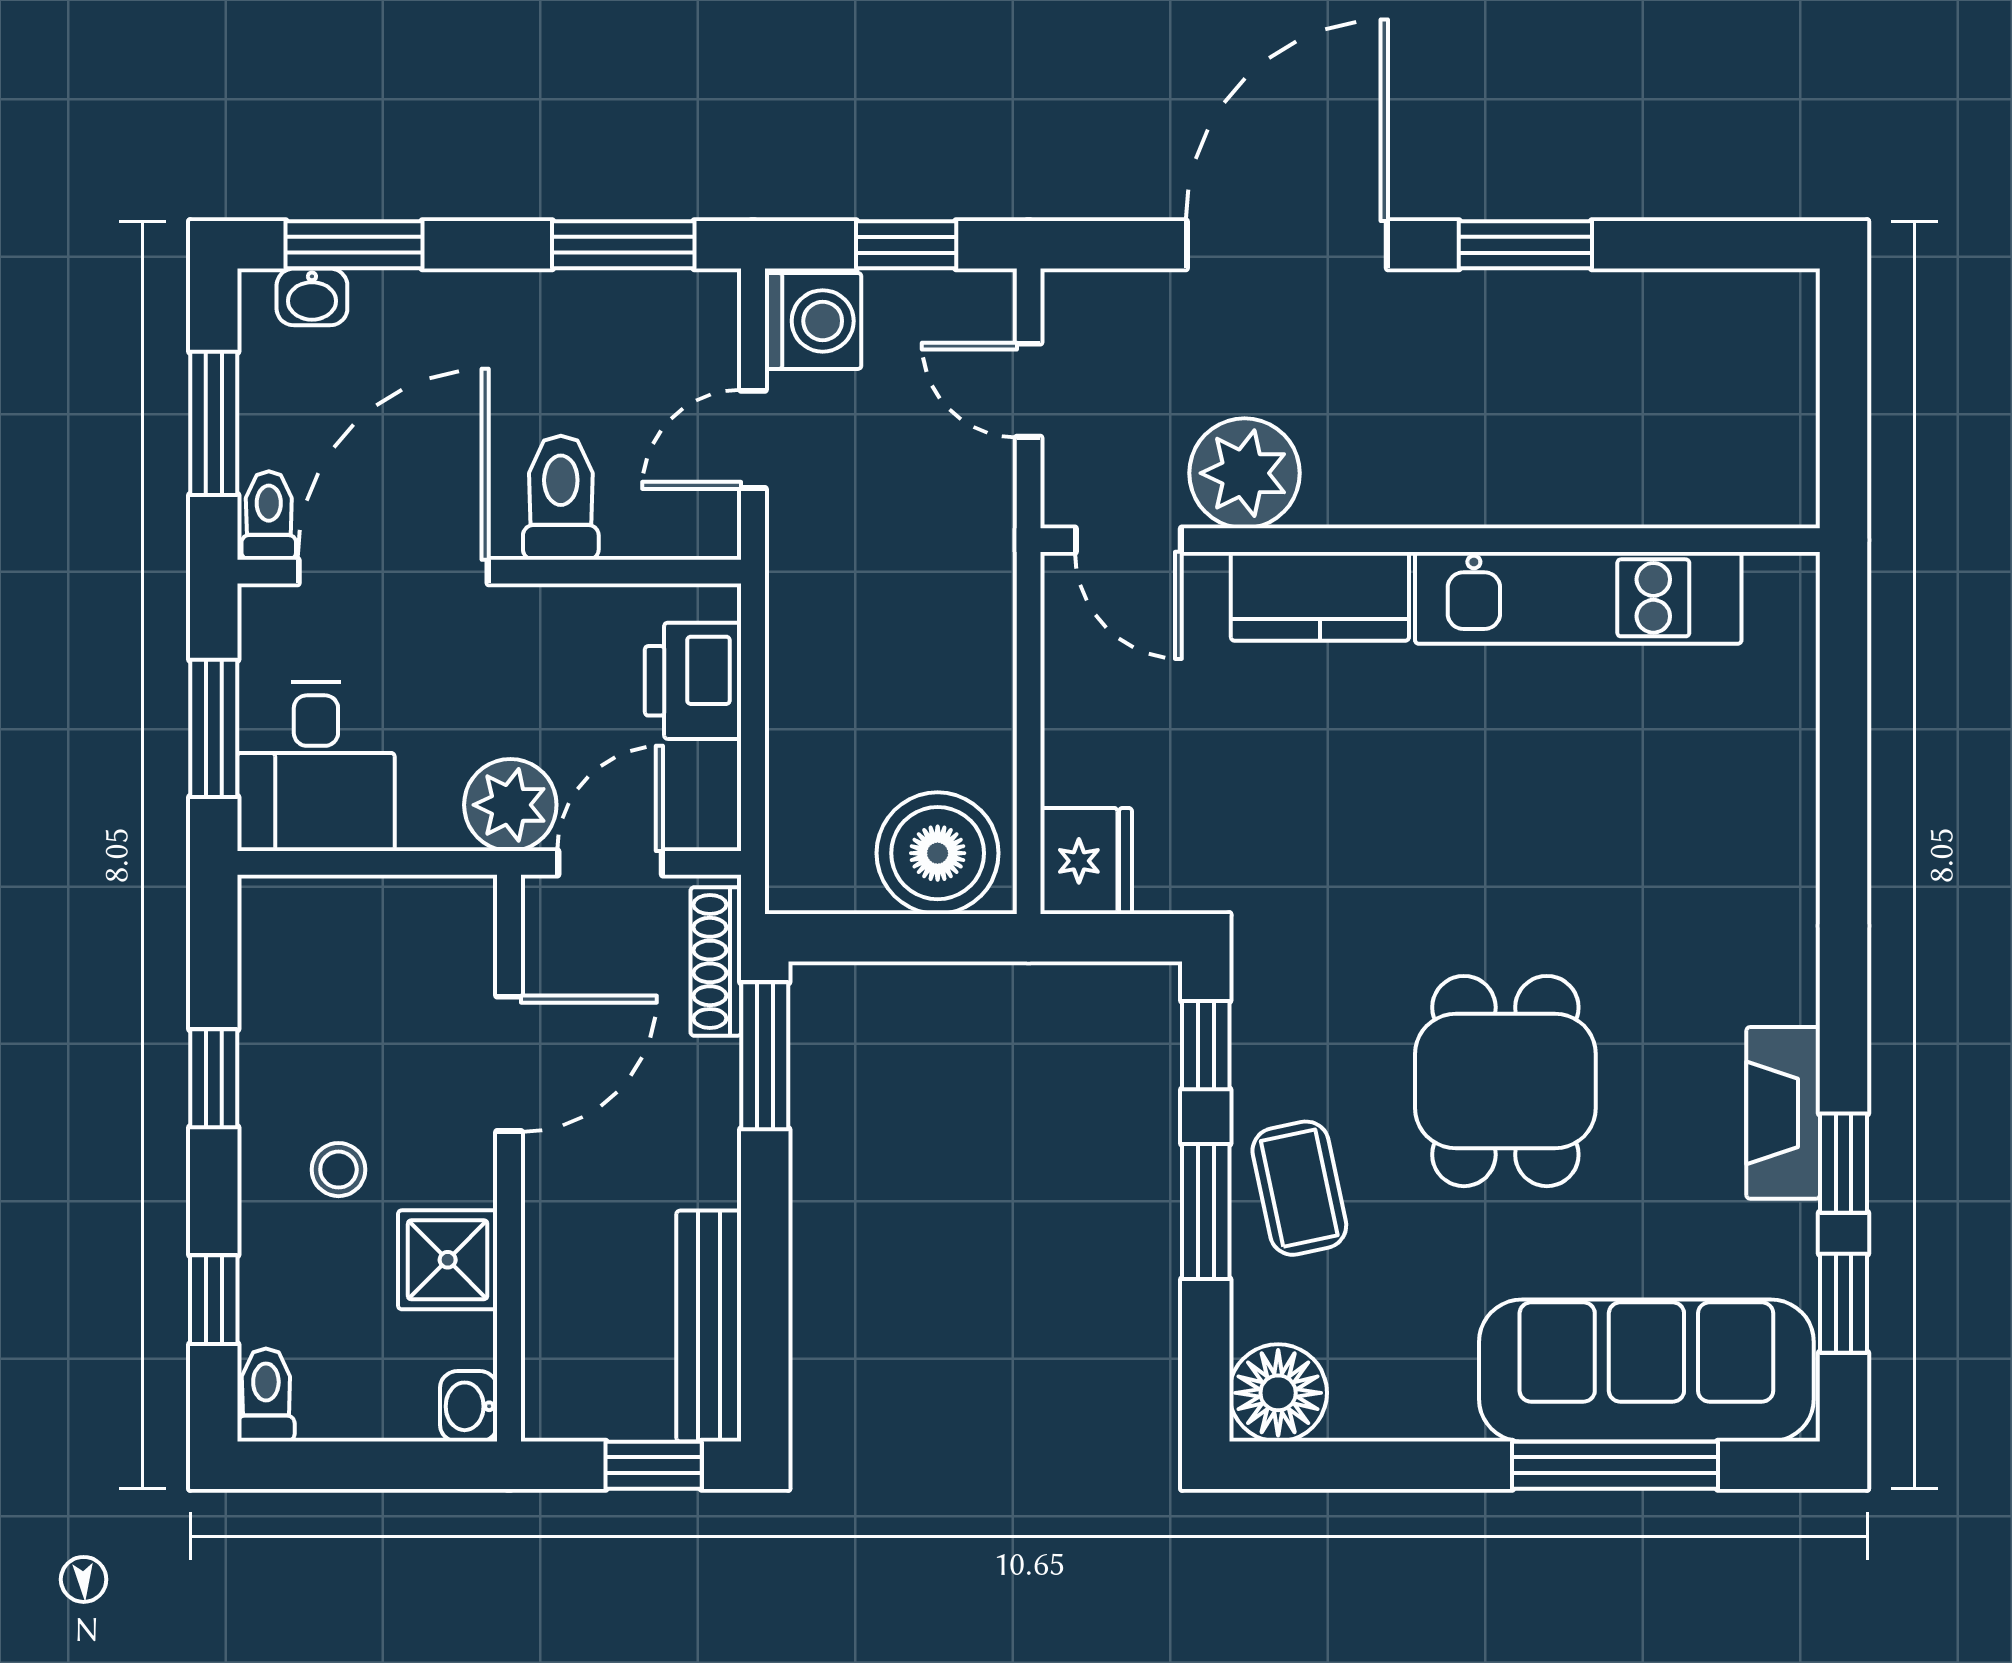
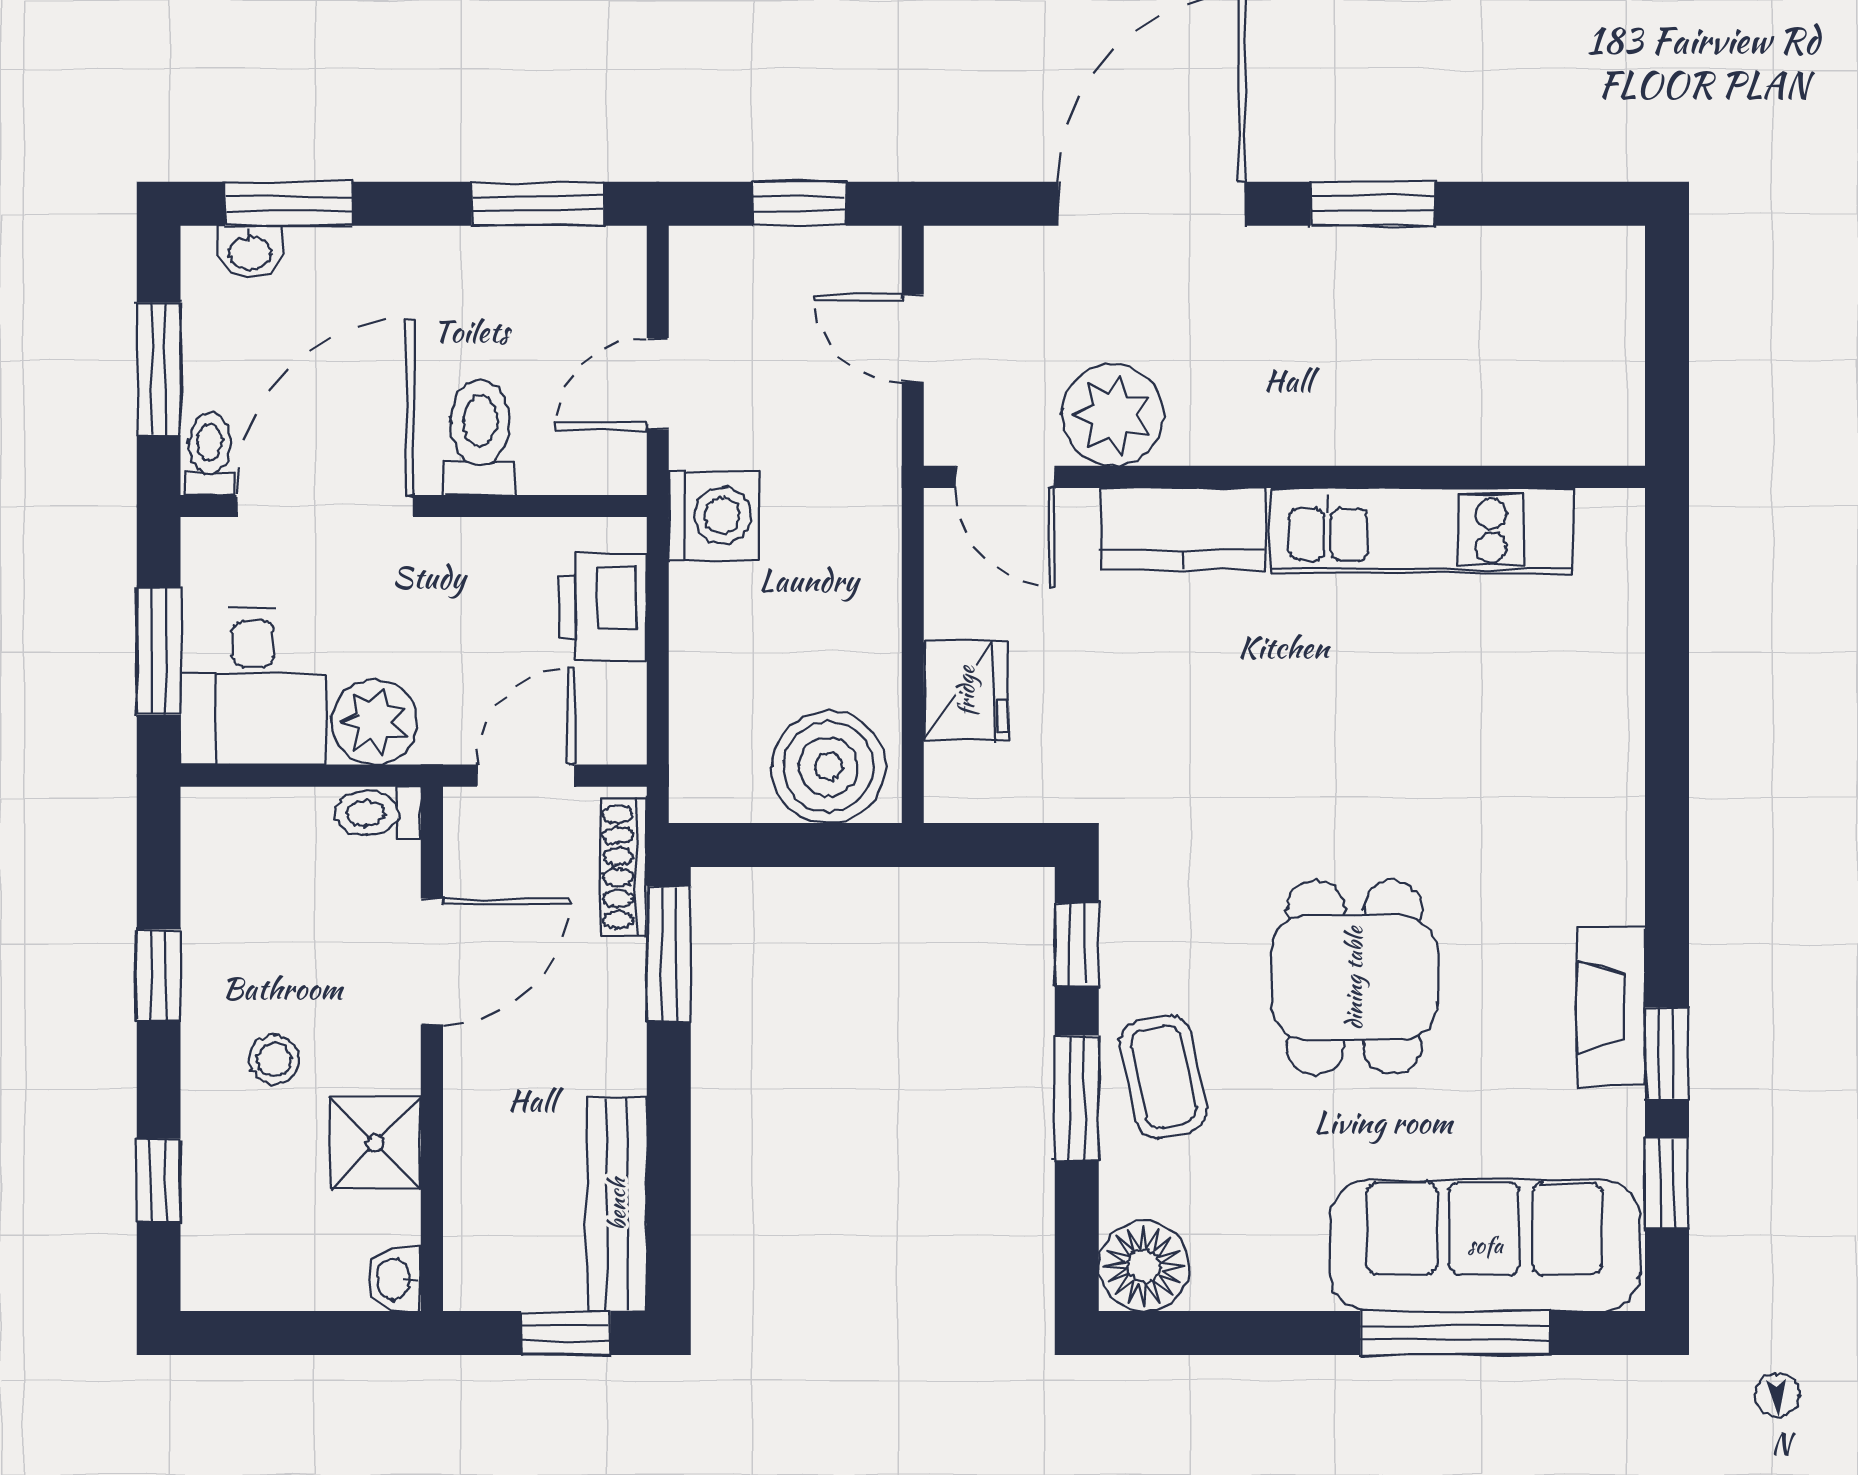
washing machine: (813, 321) -> (713, 516), moved
plant: (510, 805) -> (375, 722), moved
fridge: (1086, 861) -> (966, 691), moved
toilet: (266, 1395) -> (378, 813), moved, turned -90

